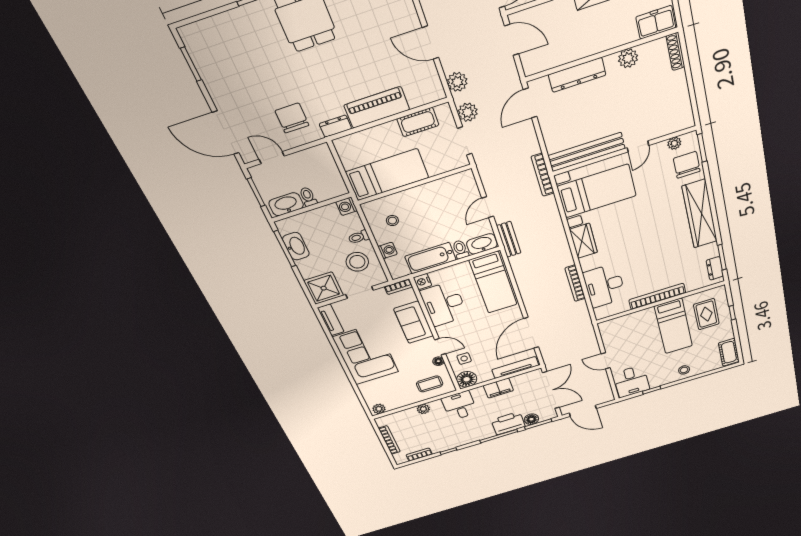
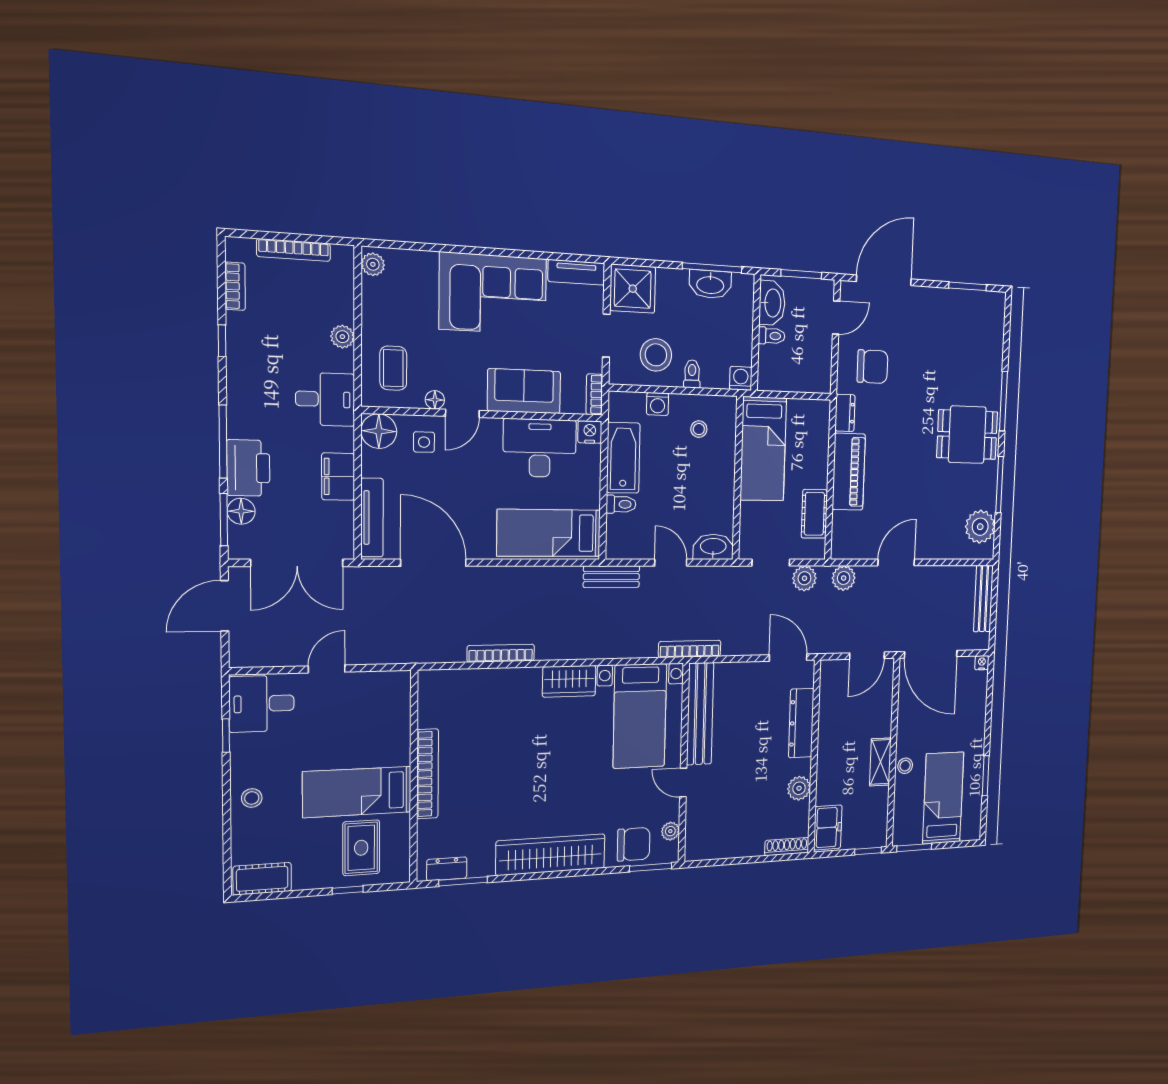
washbasin: (482, 244) -> (713, 547), moved, turned -90
desk: (604, 286) -> (479, 696), removed
rug: (706, 314) -> (361, 848), turned 90

